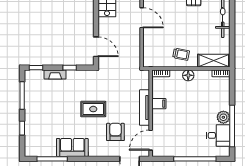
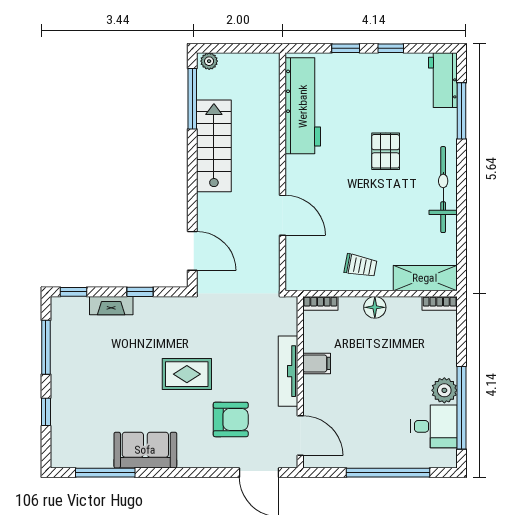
door: (142, 18) -> (283, 215), moved
armchair: (115, 132) -> (231, 419), turned 90
door: (151, 140) -> (300, 436), swing flipped

